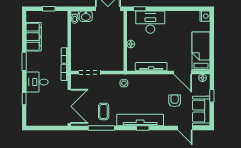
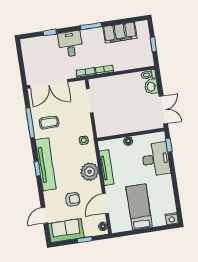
bed: (201, 51) -> (139, 207), moved, turned -90
plant: (152, 82) -> (90, 172), added

